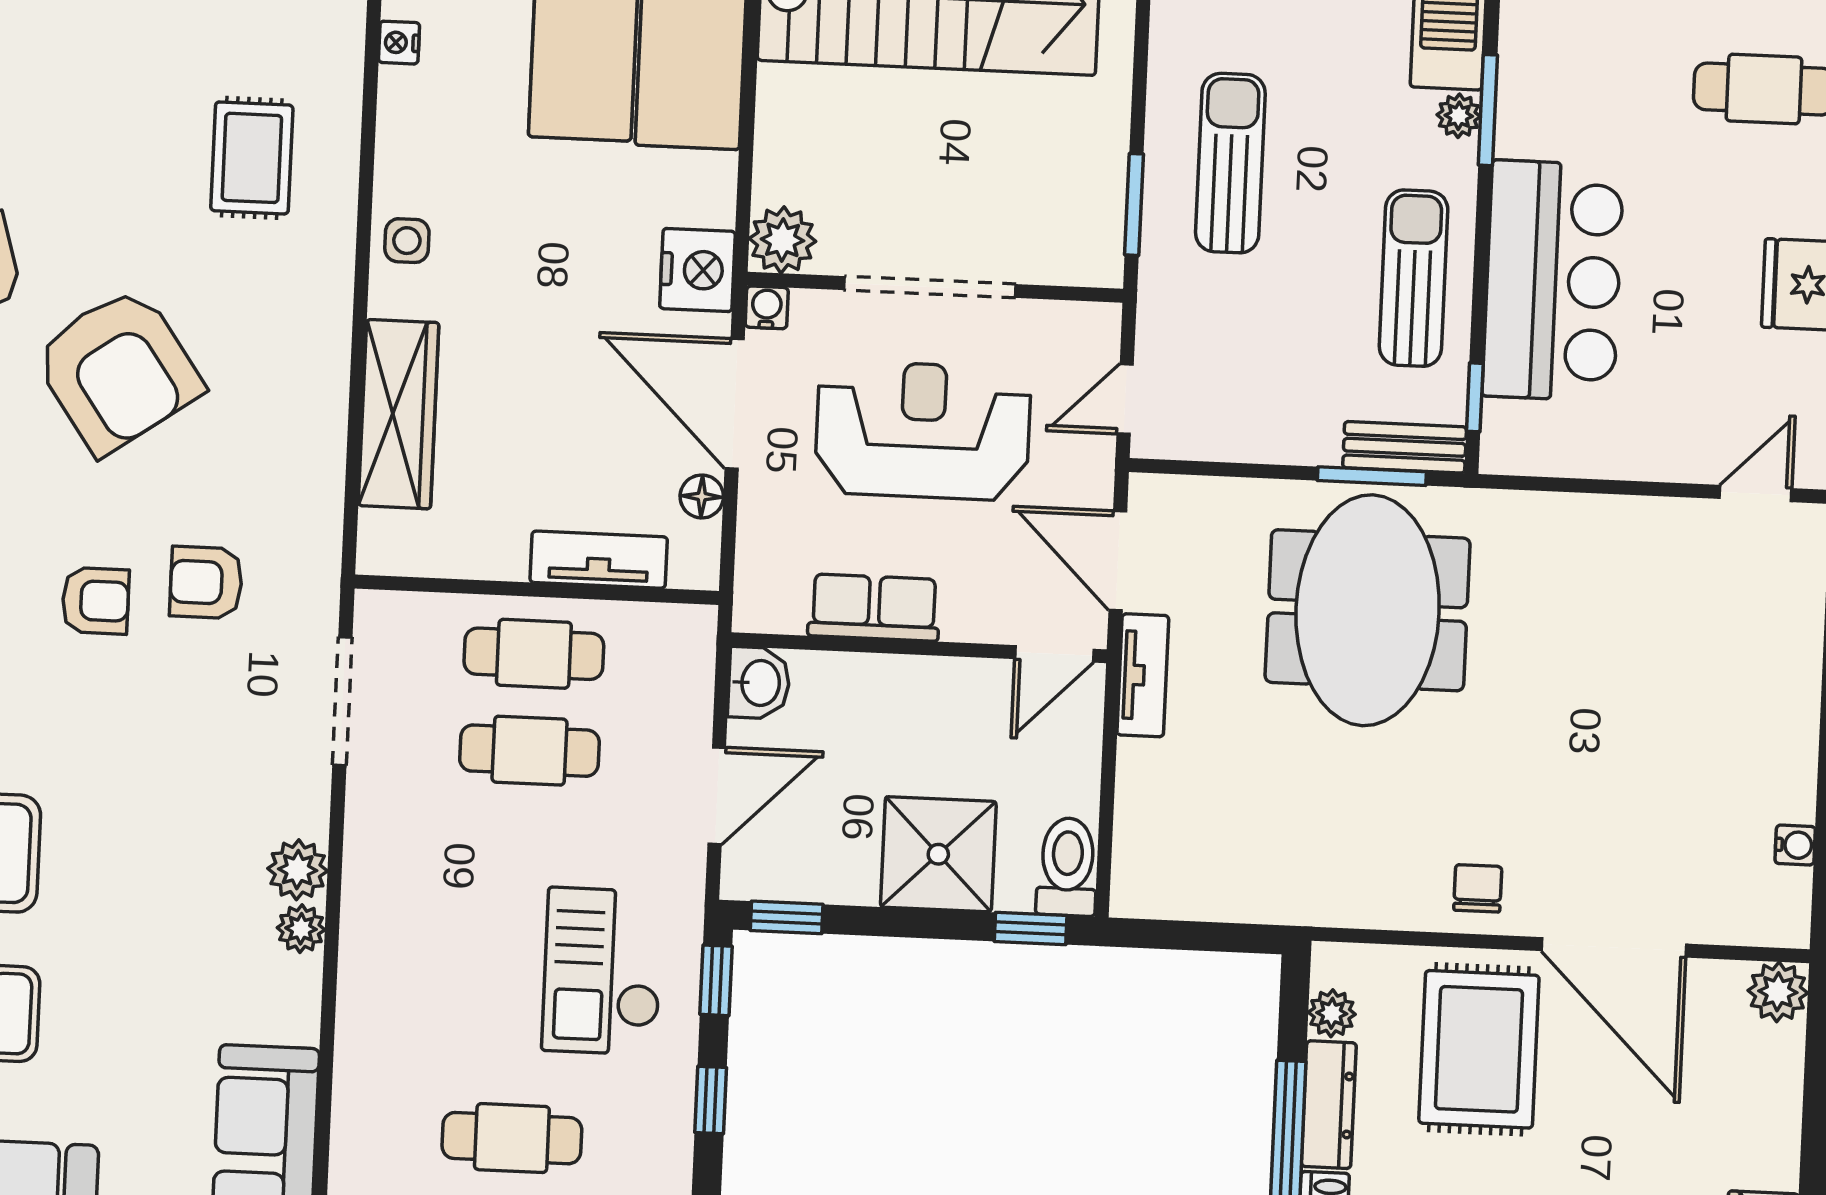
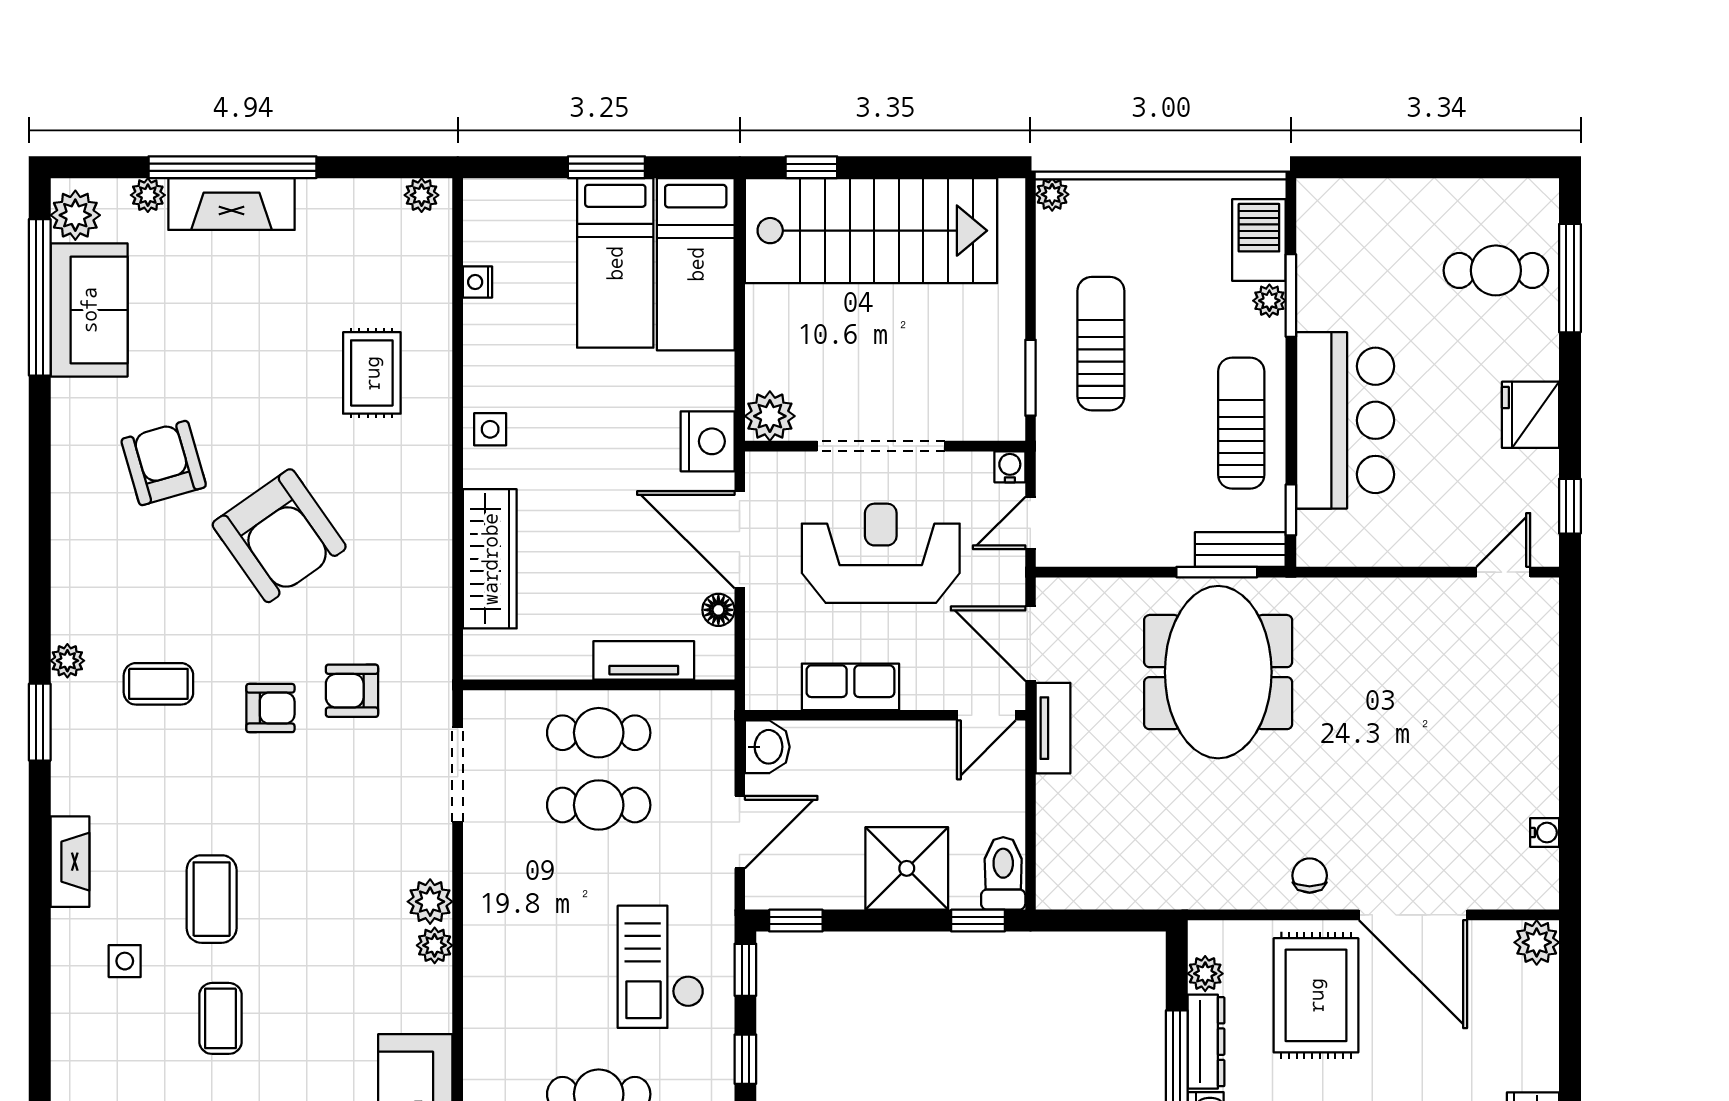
water cooler: (767, 307) -> (1010, 467), moved

